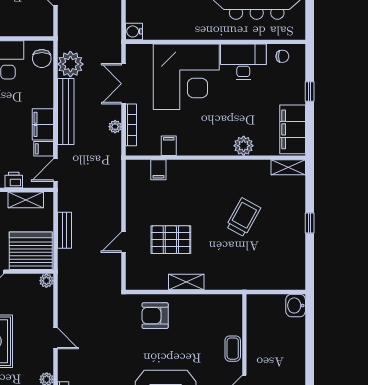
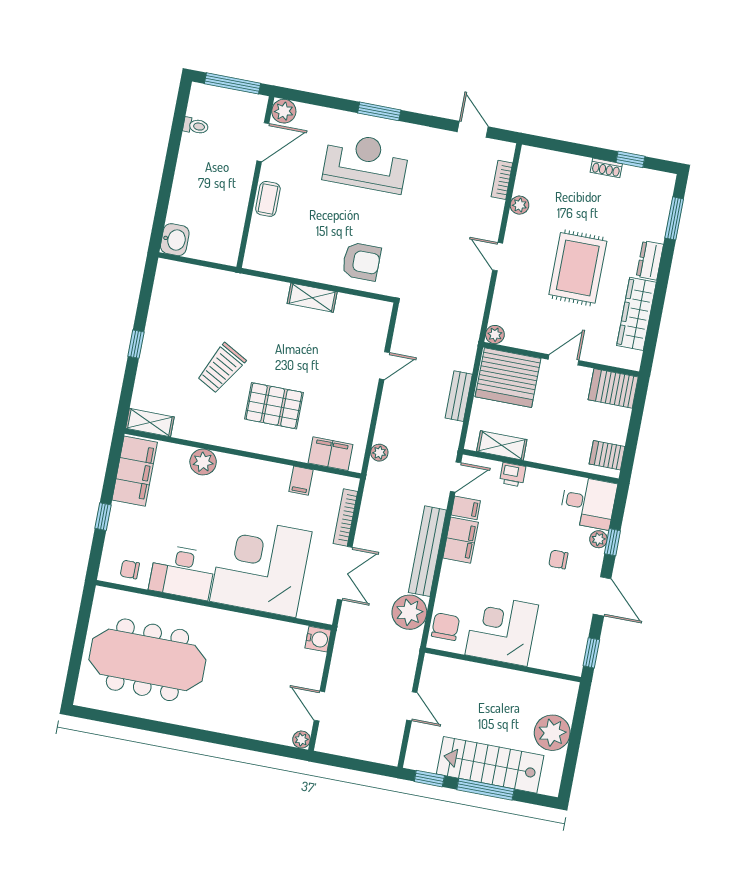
plant: (115, 127) -> (379, 453), moved
filing cabinet: (158, 170) -> (330, 454), width x2.00
pallet: (171, 240) -> (274, 406), moved

